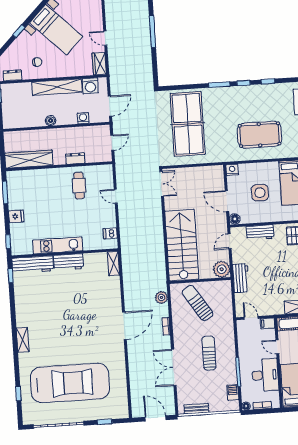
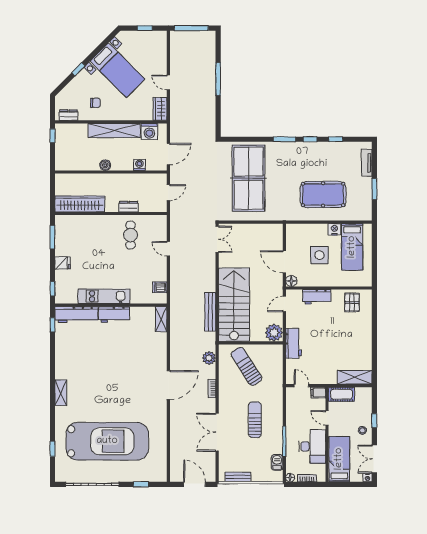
nightstand: (232, 170) -> (334, 229), moved
bench: (160, 253) -> (210, 312), added

